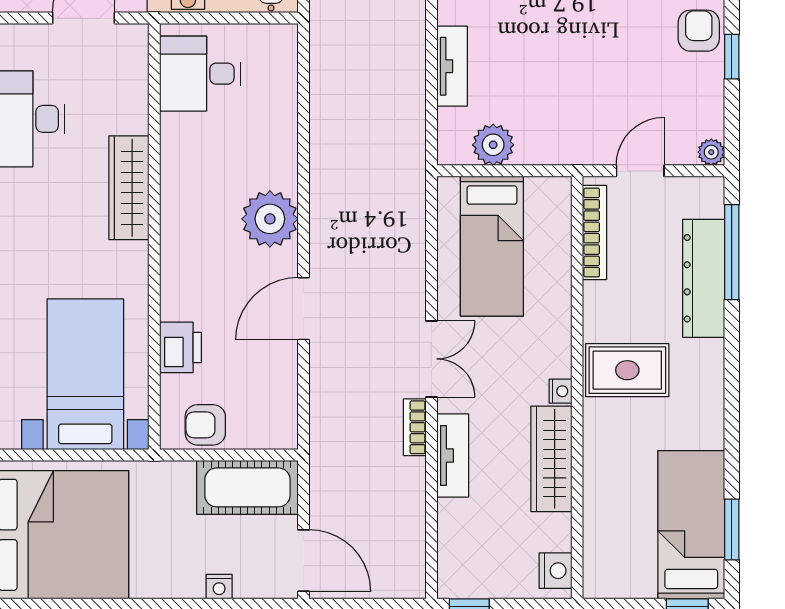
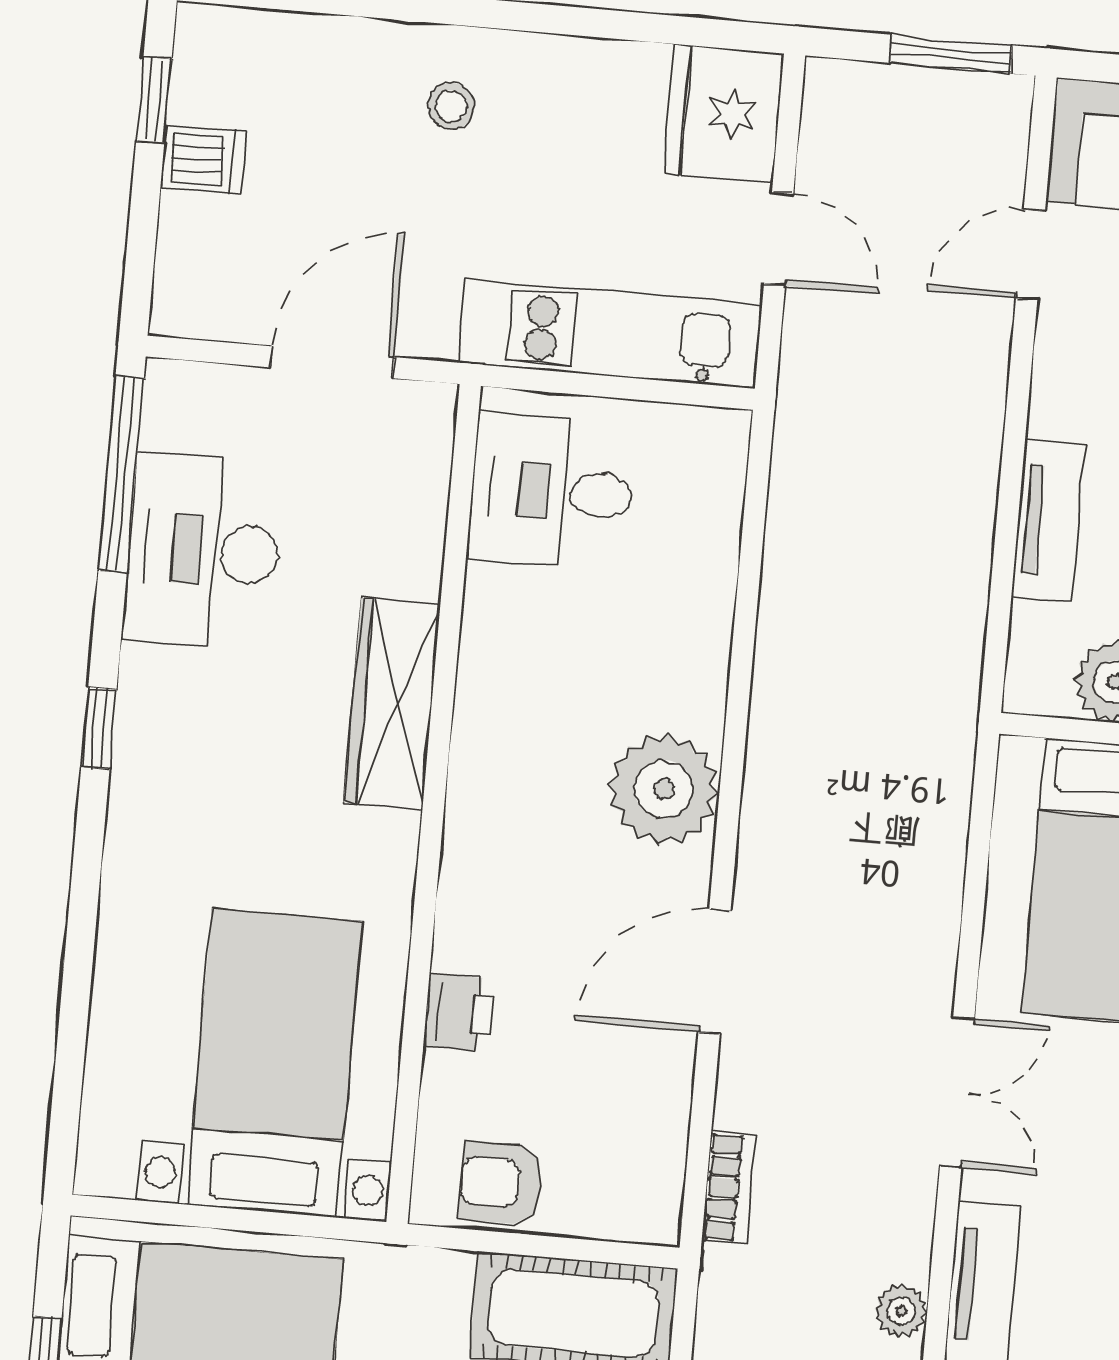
printer: (181, 347) -> (459, 1013), width x0.73, depth x0.81
bookcase: (415, 427) -> (729, 1188), moved, turned 180
plant: (413, 472) -> (901, 1311), added

